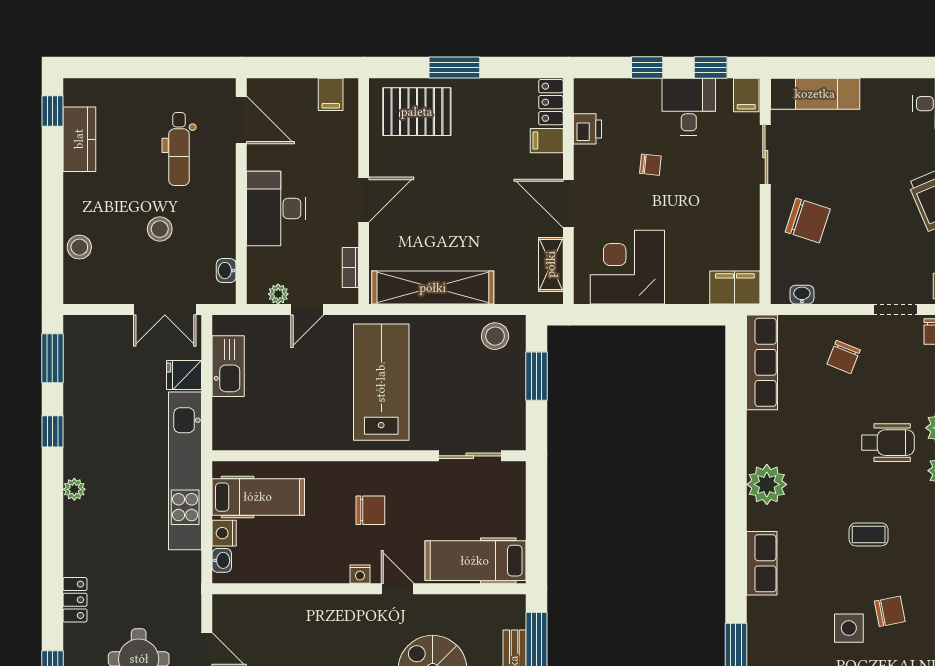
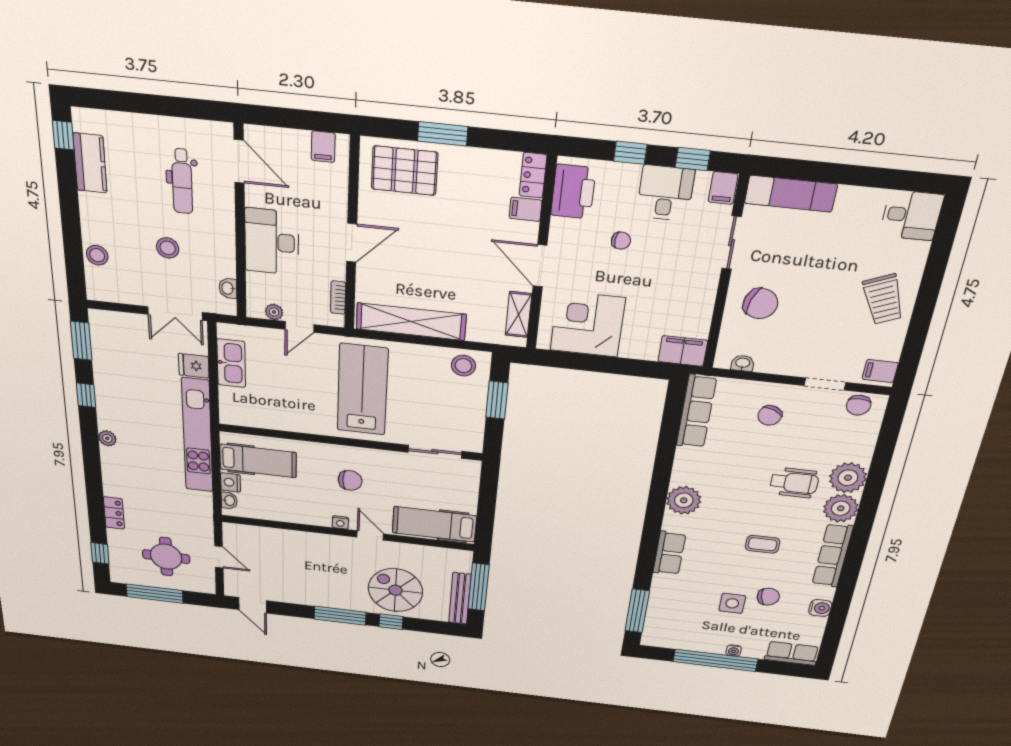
printer: (588, 129) -> (573, 192), width x1.87, depth x1.48

